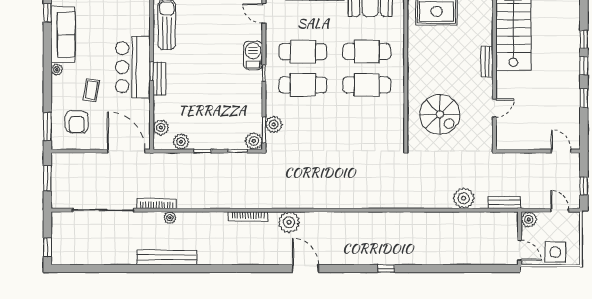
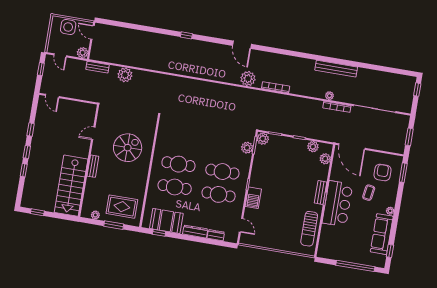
spiral stairs: (440, 114) -> (128, 148), moved, turned 90

